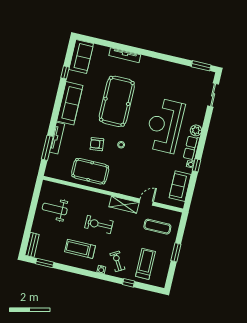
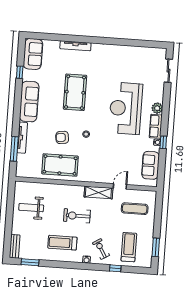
window: (201, 66) -> (152, 44), removed
pool table: (117, 101) -> (75, 92), width x0.73, depth x0.76
window: (176, 252) -> (156, 247), moved

